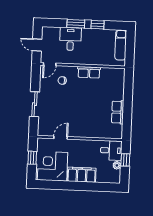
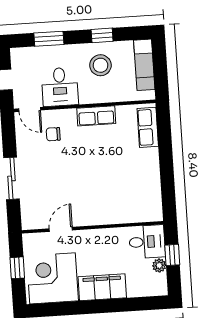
window: (76, 24) -> (49, 39), moved
desk: (70, 39) -> (60, 87), moved, turned 180
stool: (95, 42) -> (100, 65), added
door: (50, 64) -> (30, 109), hinge flipped
row of seats: (118, 112) -> (148, 127), moved

